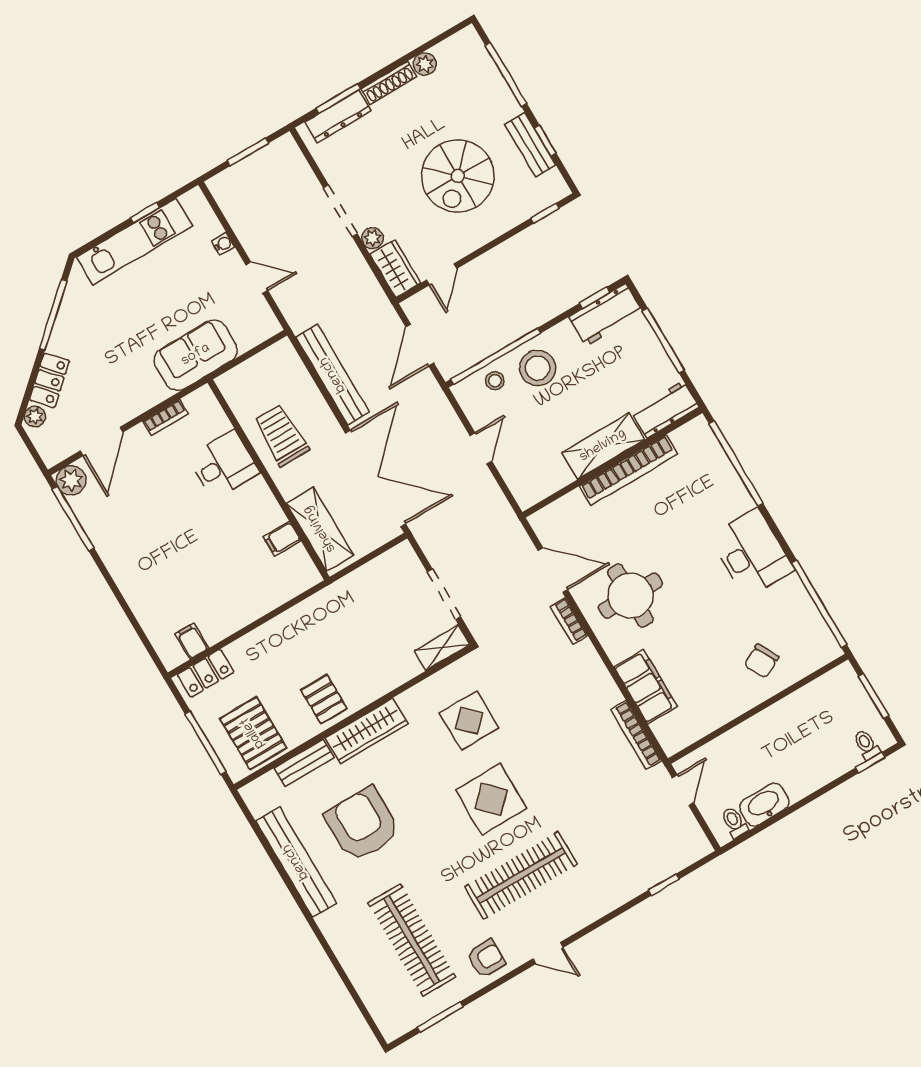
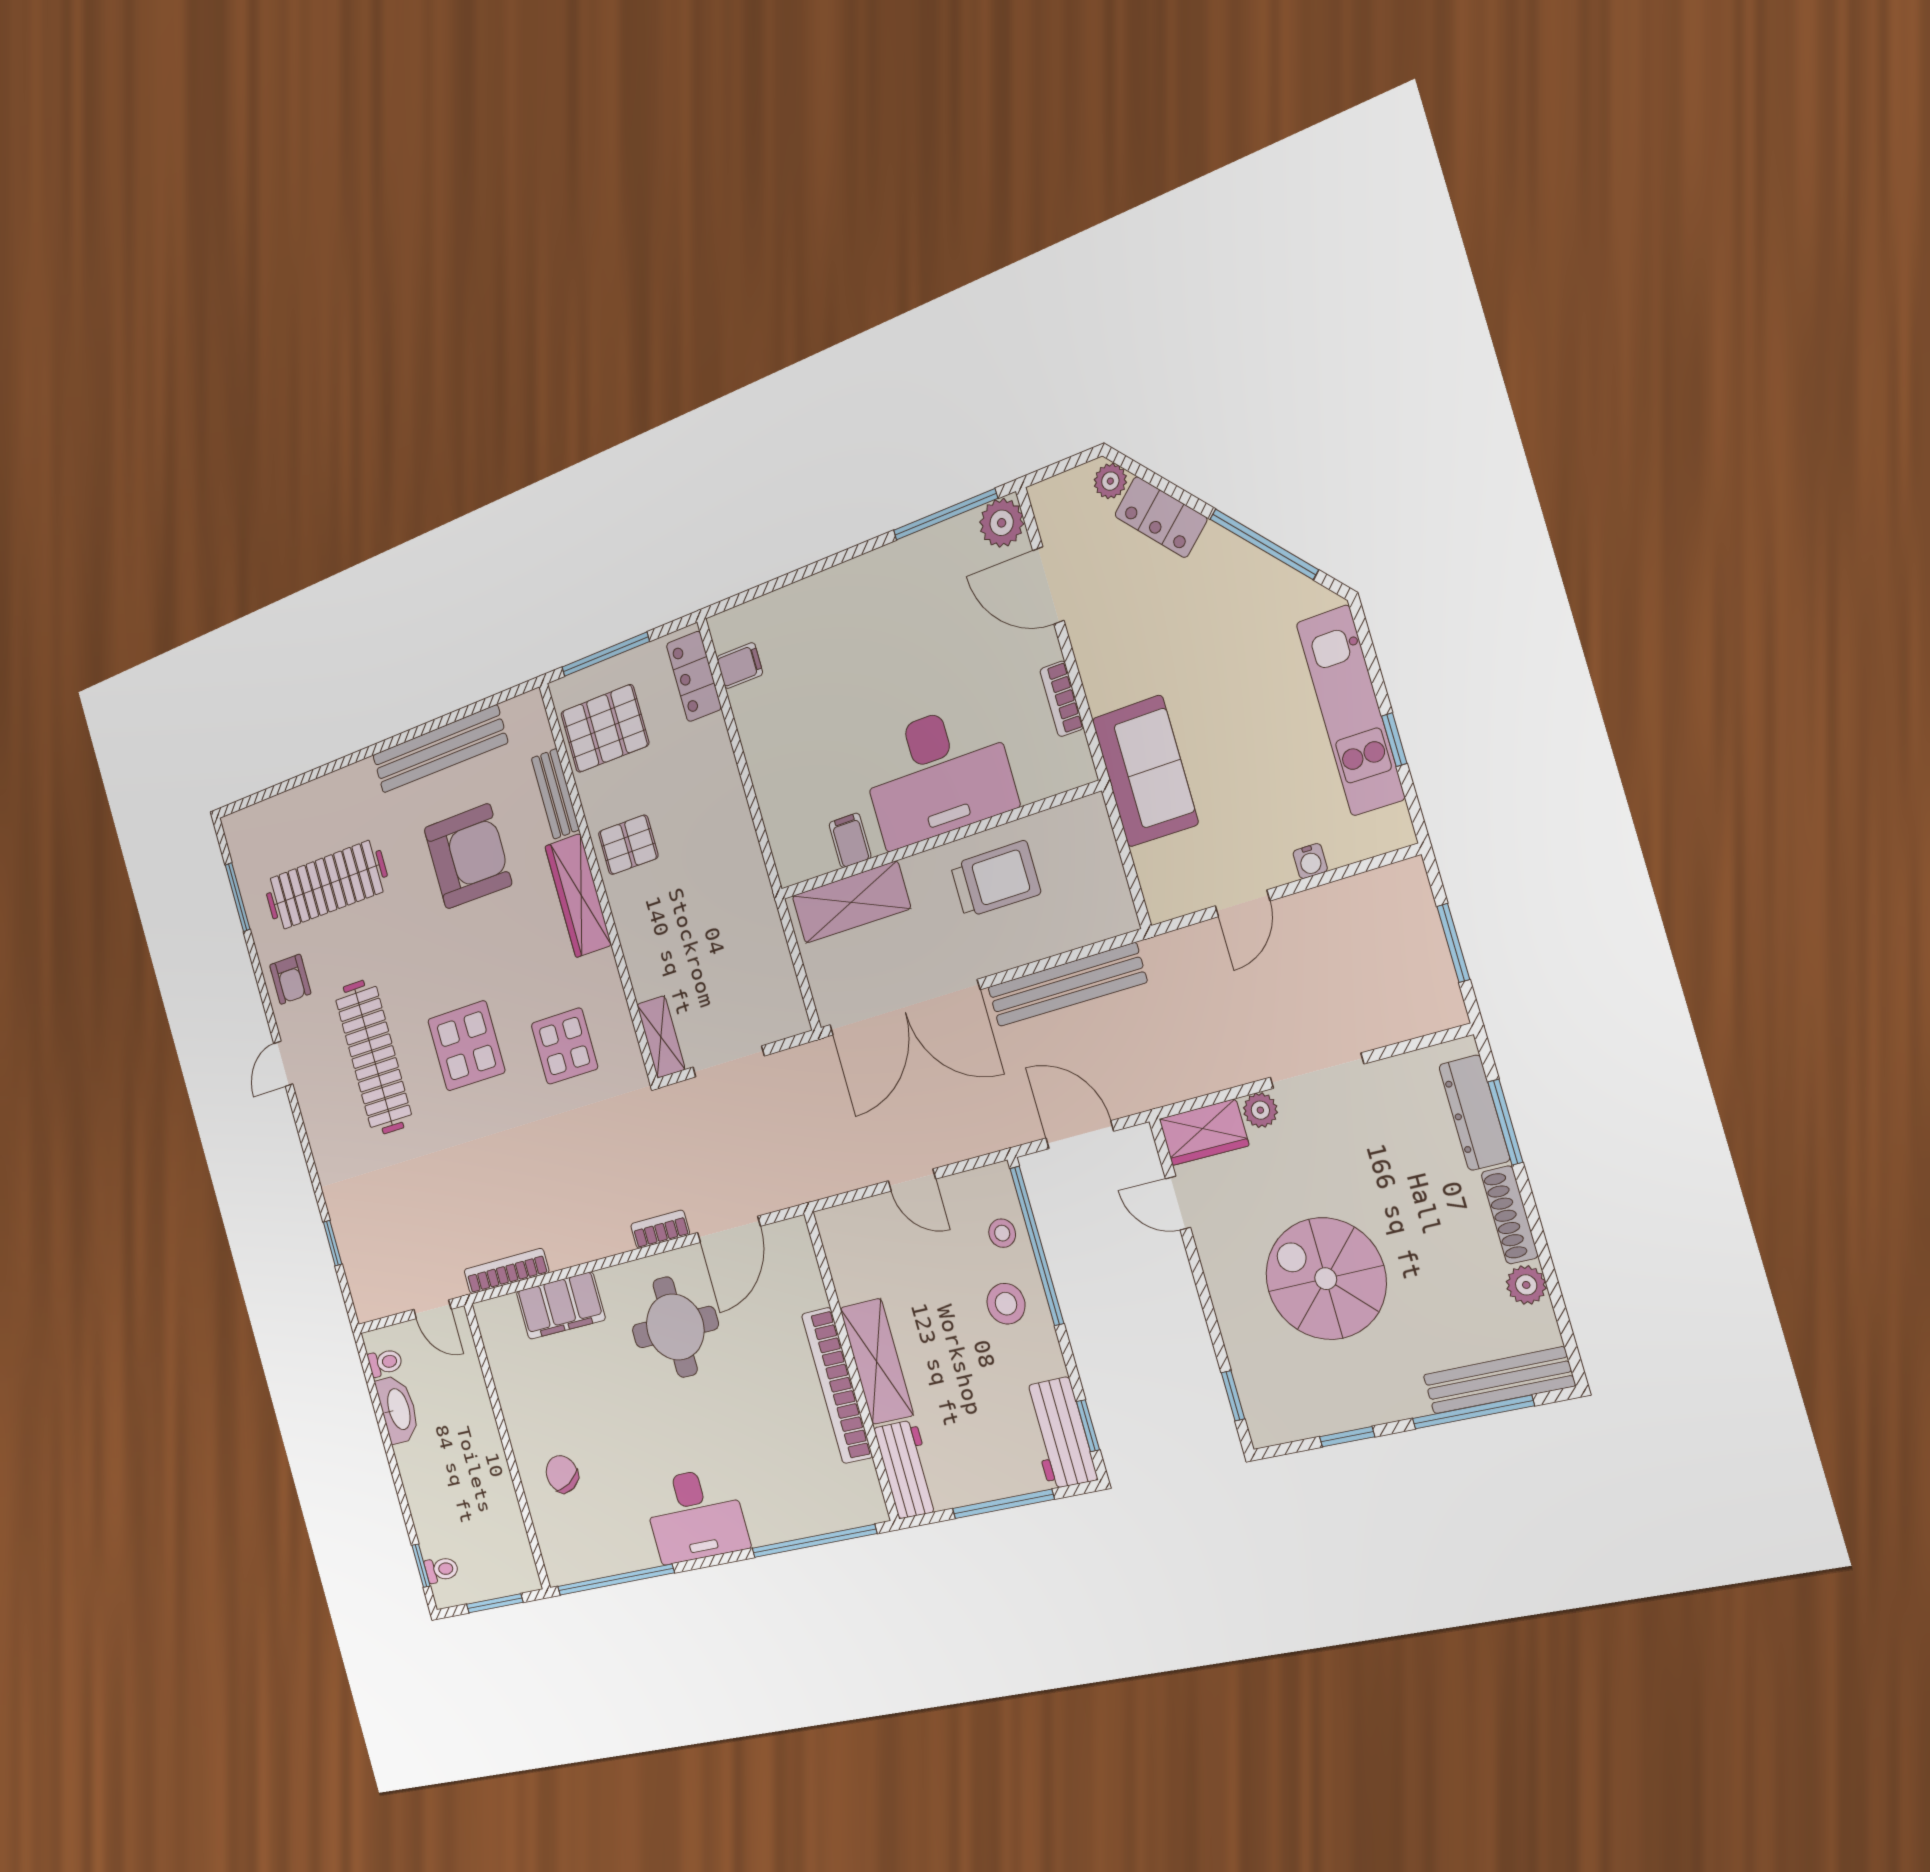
bench: (530, 145) -> (1499, 1380), moved, width x1.36
stool: (538, 368) -> (1006, 1304), width x0.73, depth x0.73
desk: (224, 465) -> (937, 774), width x1.87, depth x1.30

